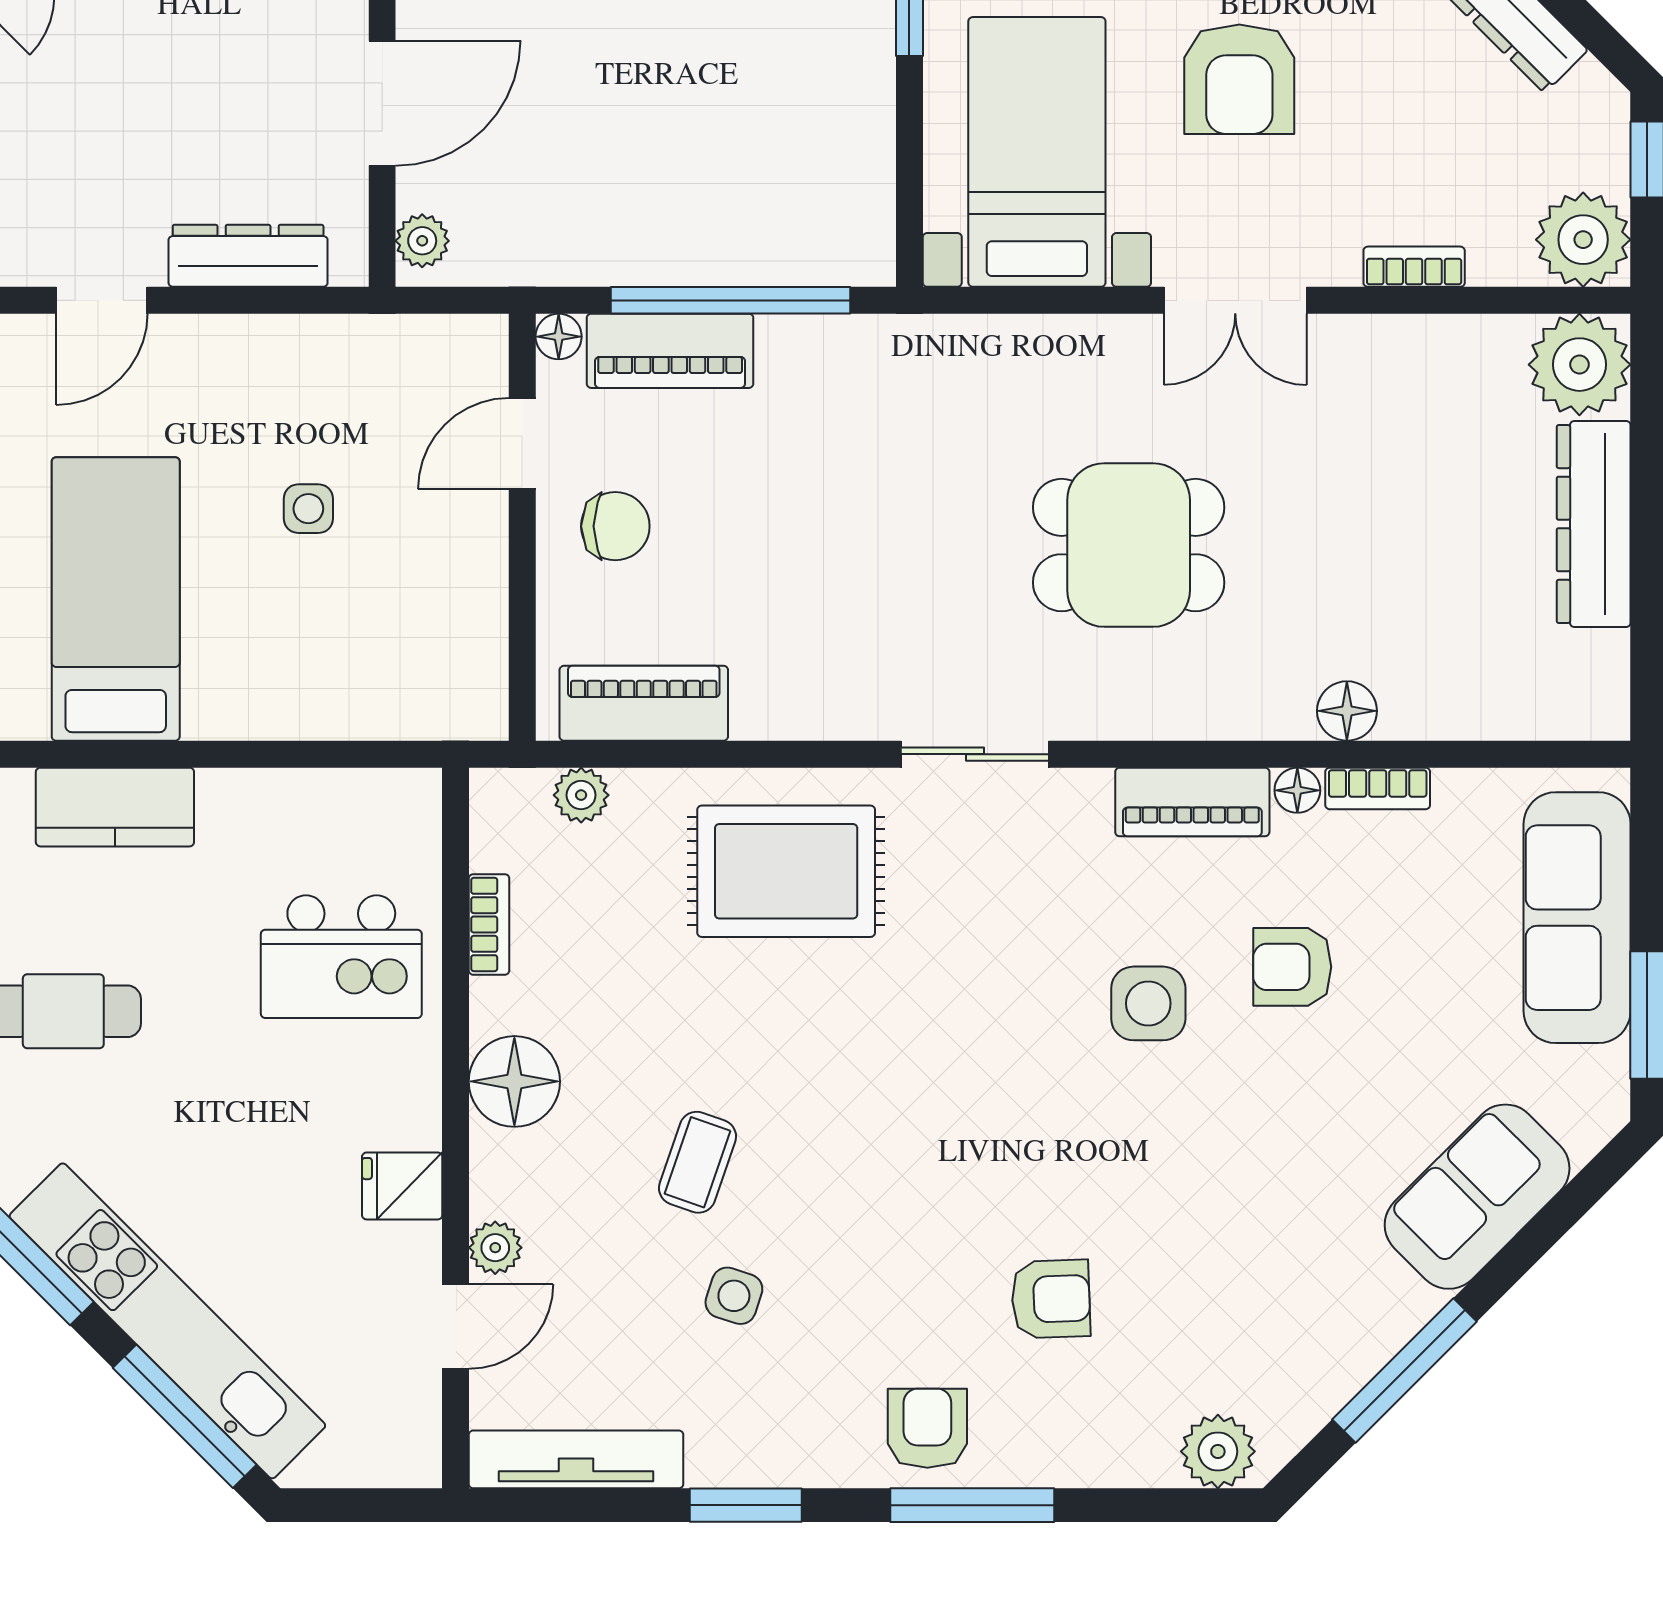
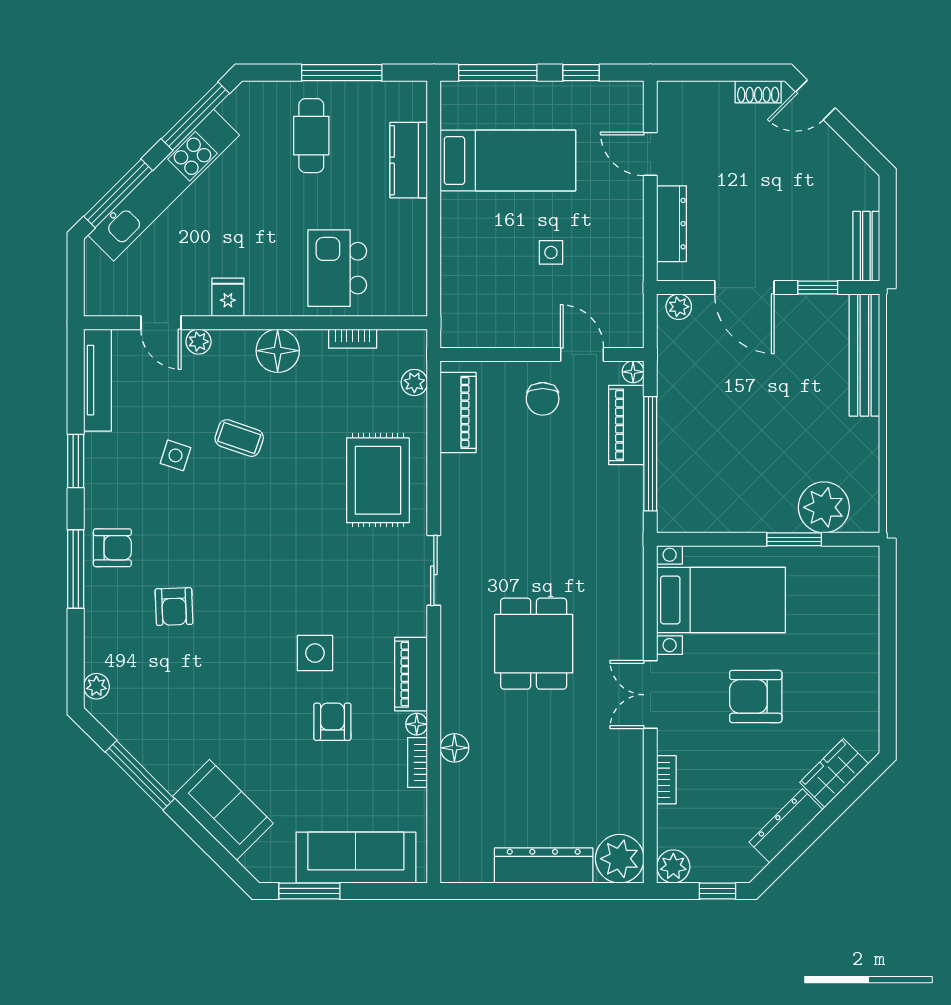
plant: (1583, 240) -> (673, 866), width x0.73, depth x0.73
plant: (1218, 1451) -> (96, 686), width x0.73, depth x0.73

